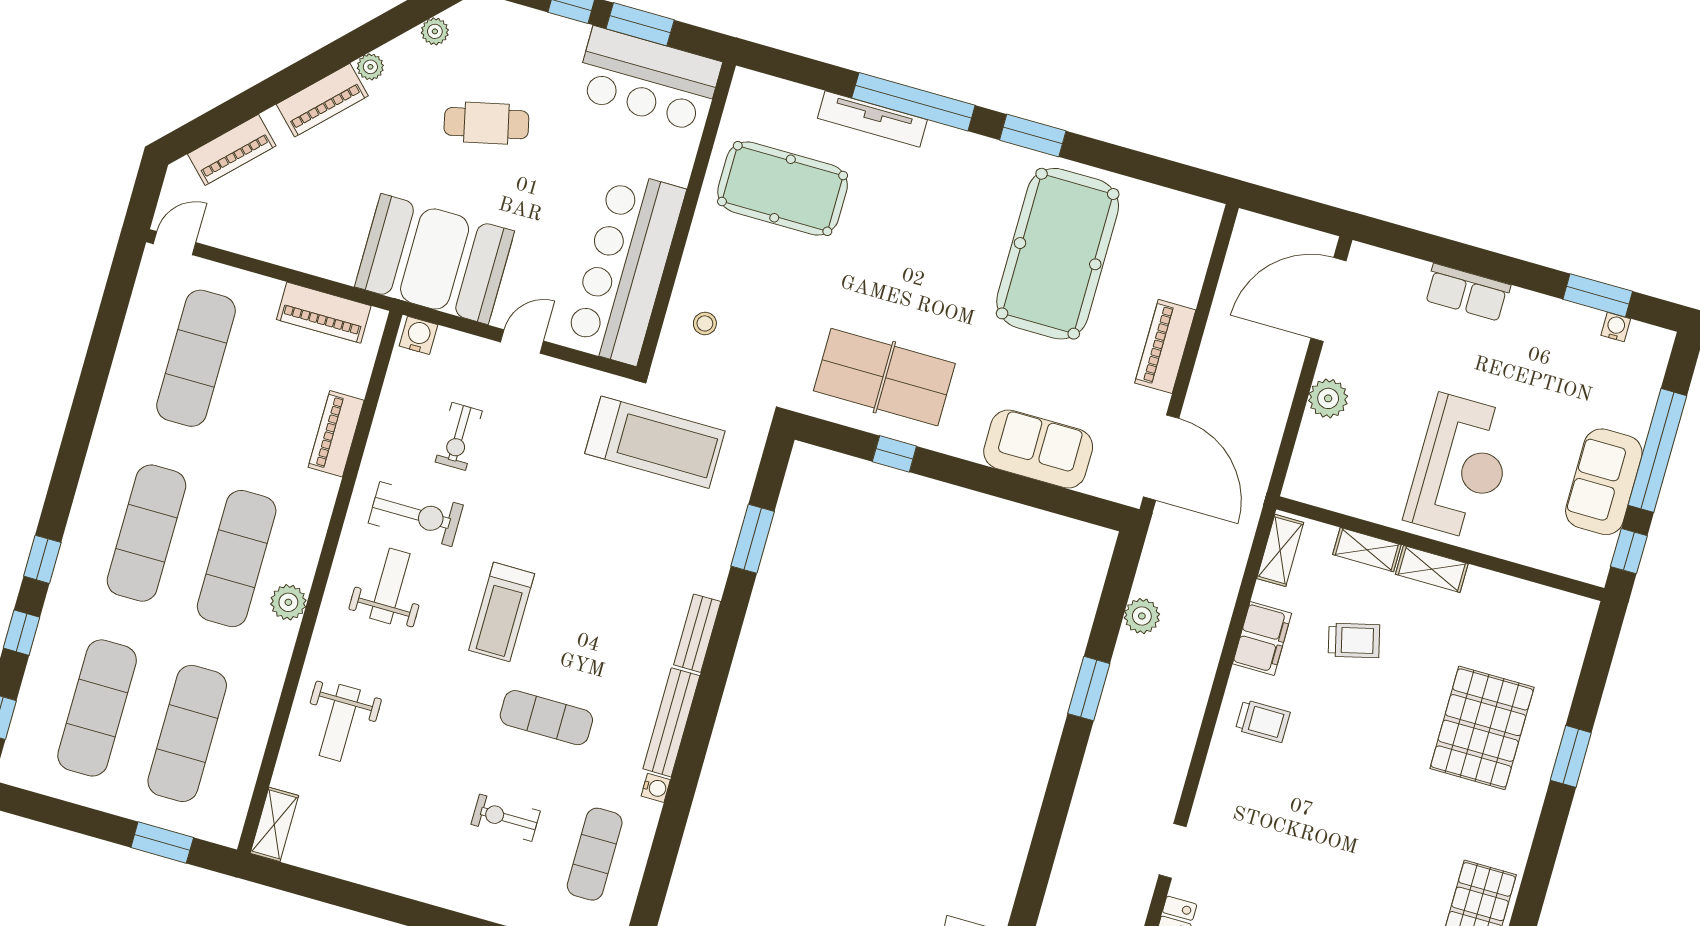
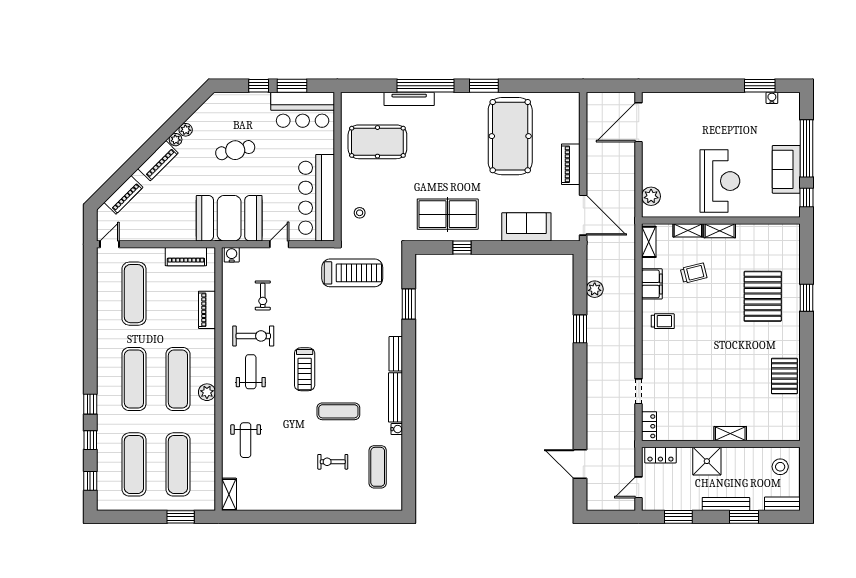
plant: (435, 31) -> (186, 130), moved
row of seats: (1467, 292) -> (700, 101), removed
plant: (1328, 398) -> (651, 196), moved

